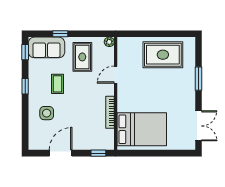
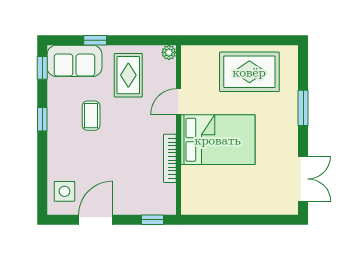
side table: (47, 113) -> (64, 191), moved
bed: (142, 129) -> (218, 140), moved

